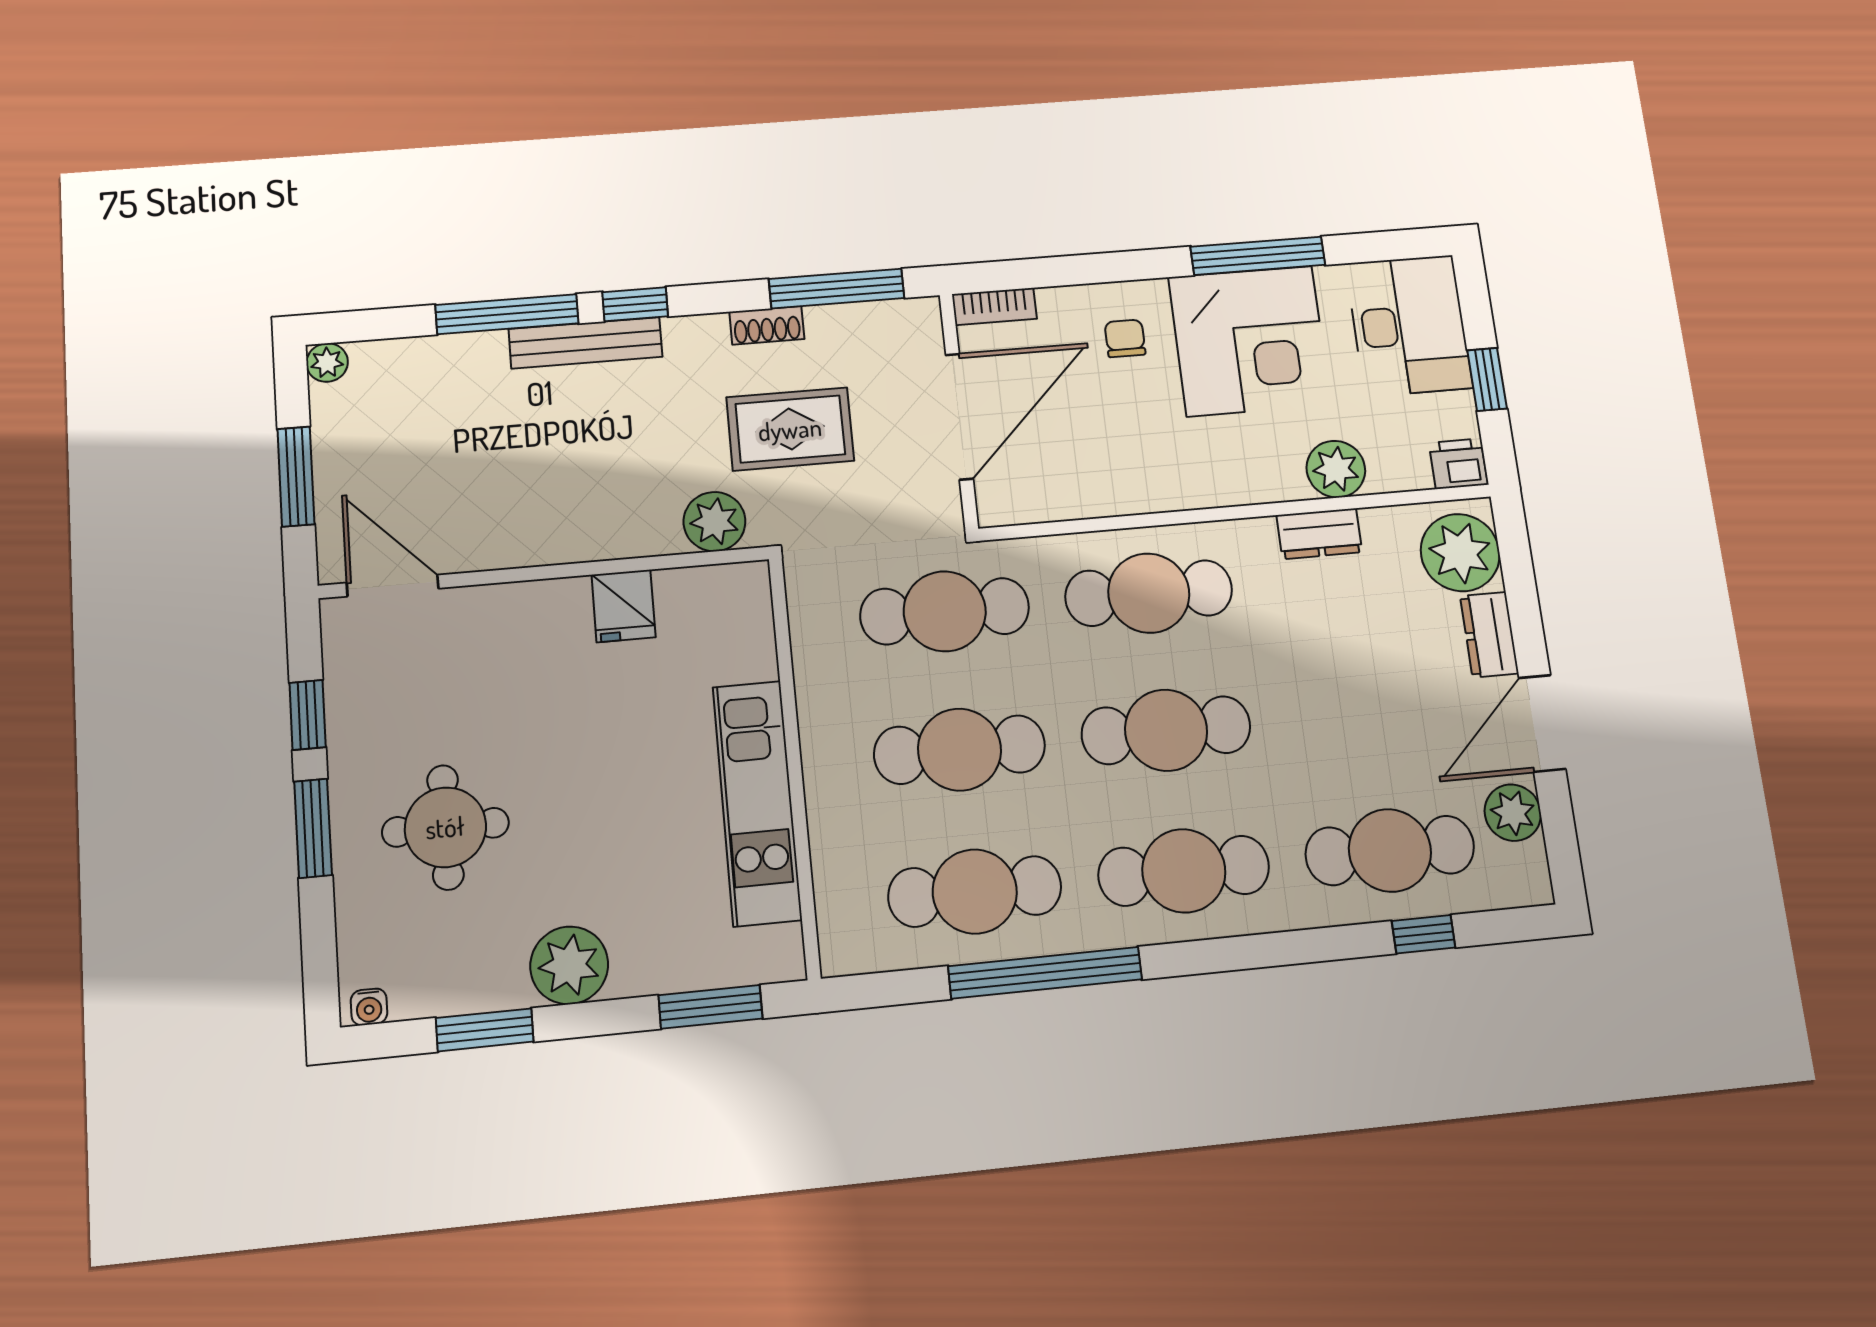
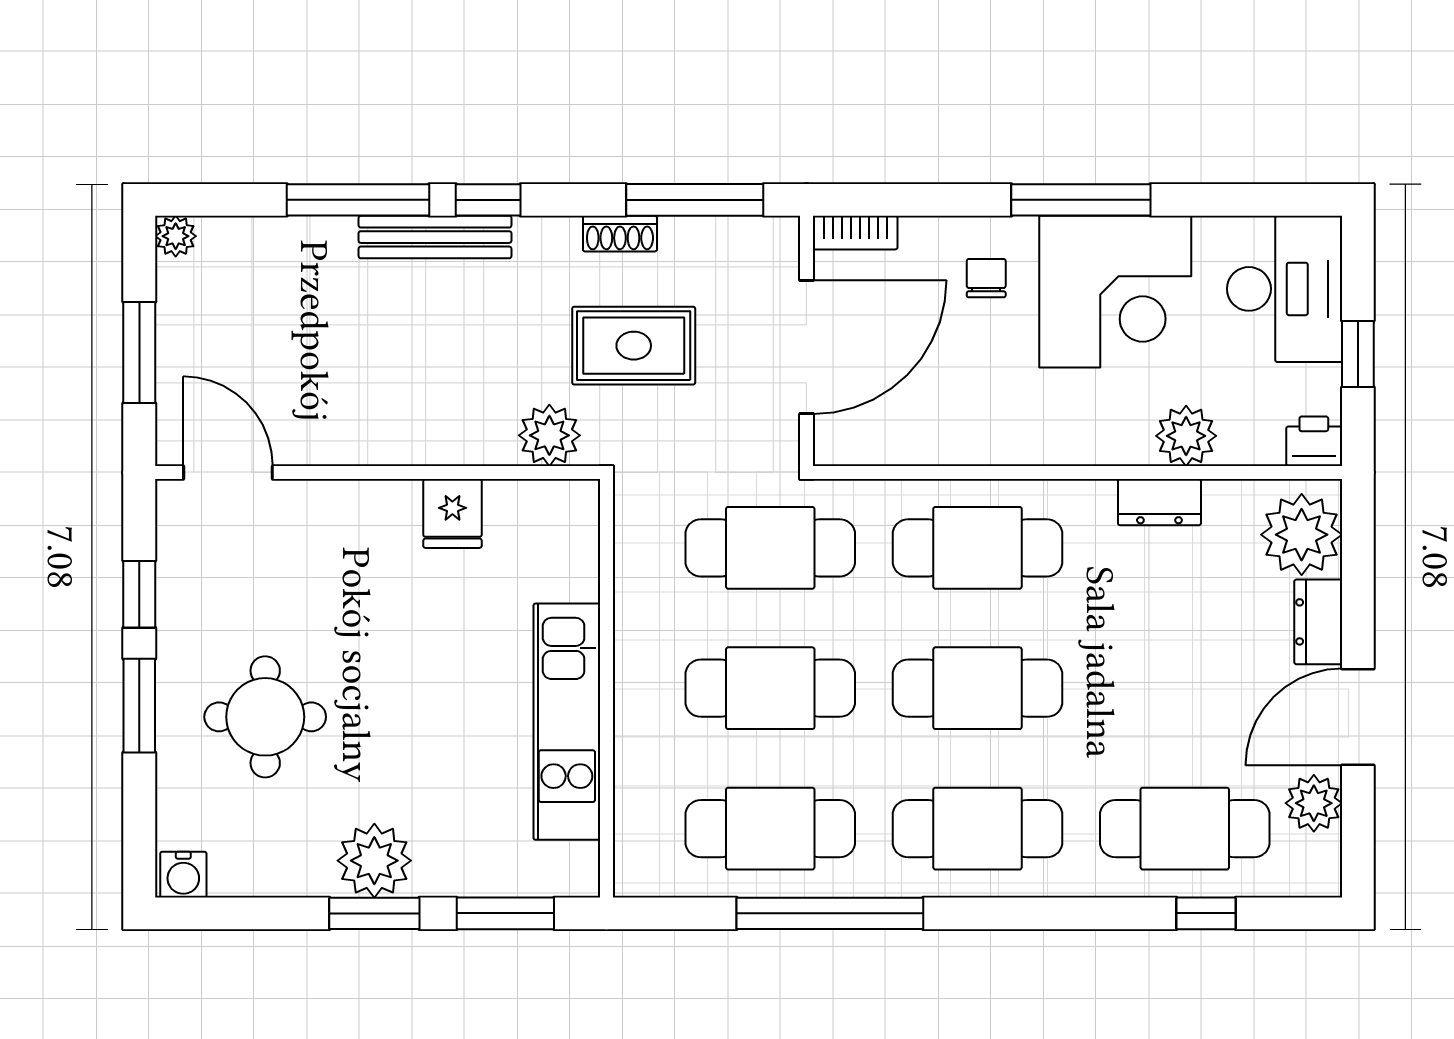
window: (1258, 256) -> (1081, 200), moved
water cooler: (369, 1007) -> (183, 875), width x1.38, depth x1.38
window: (485, 1030) -> (374, 913), moved

